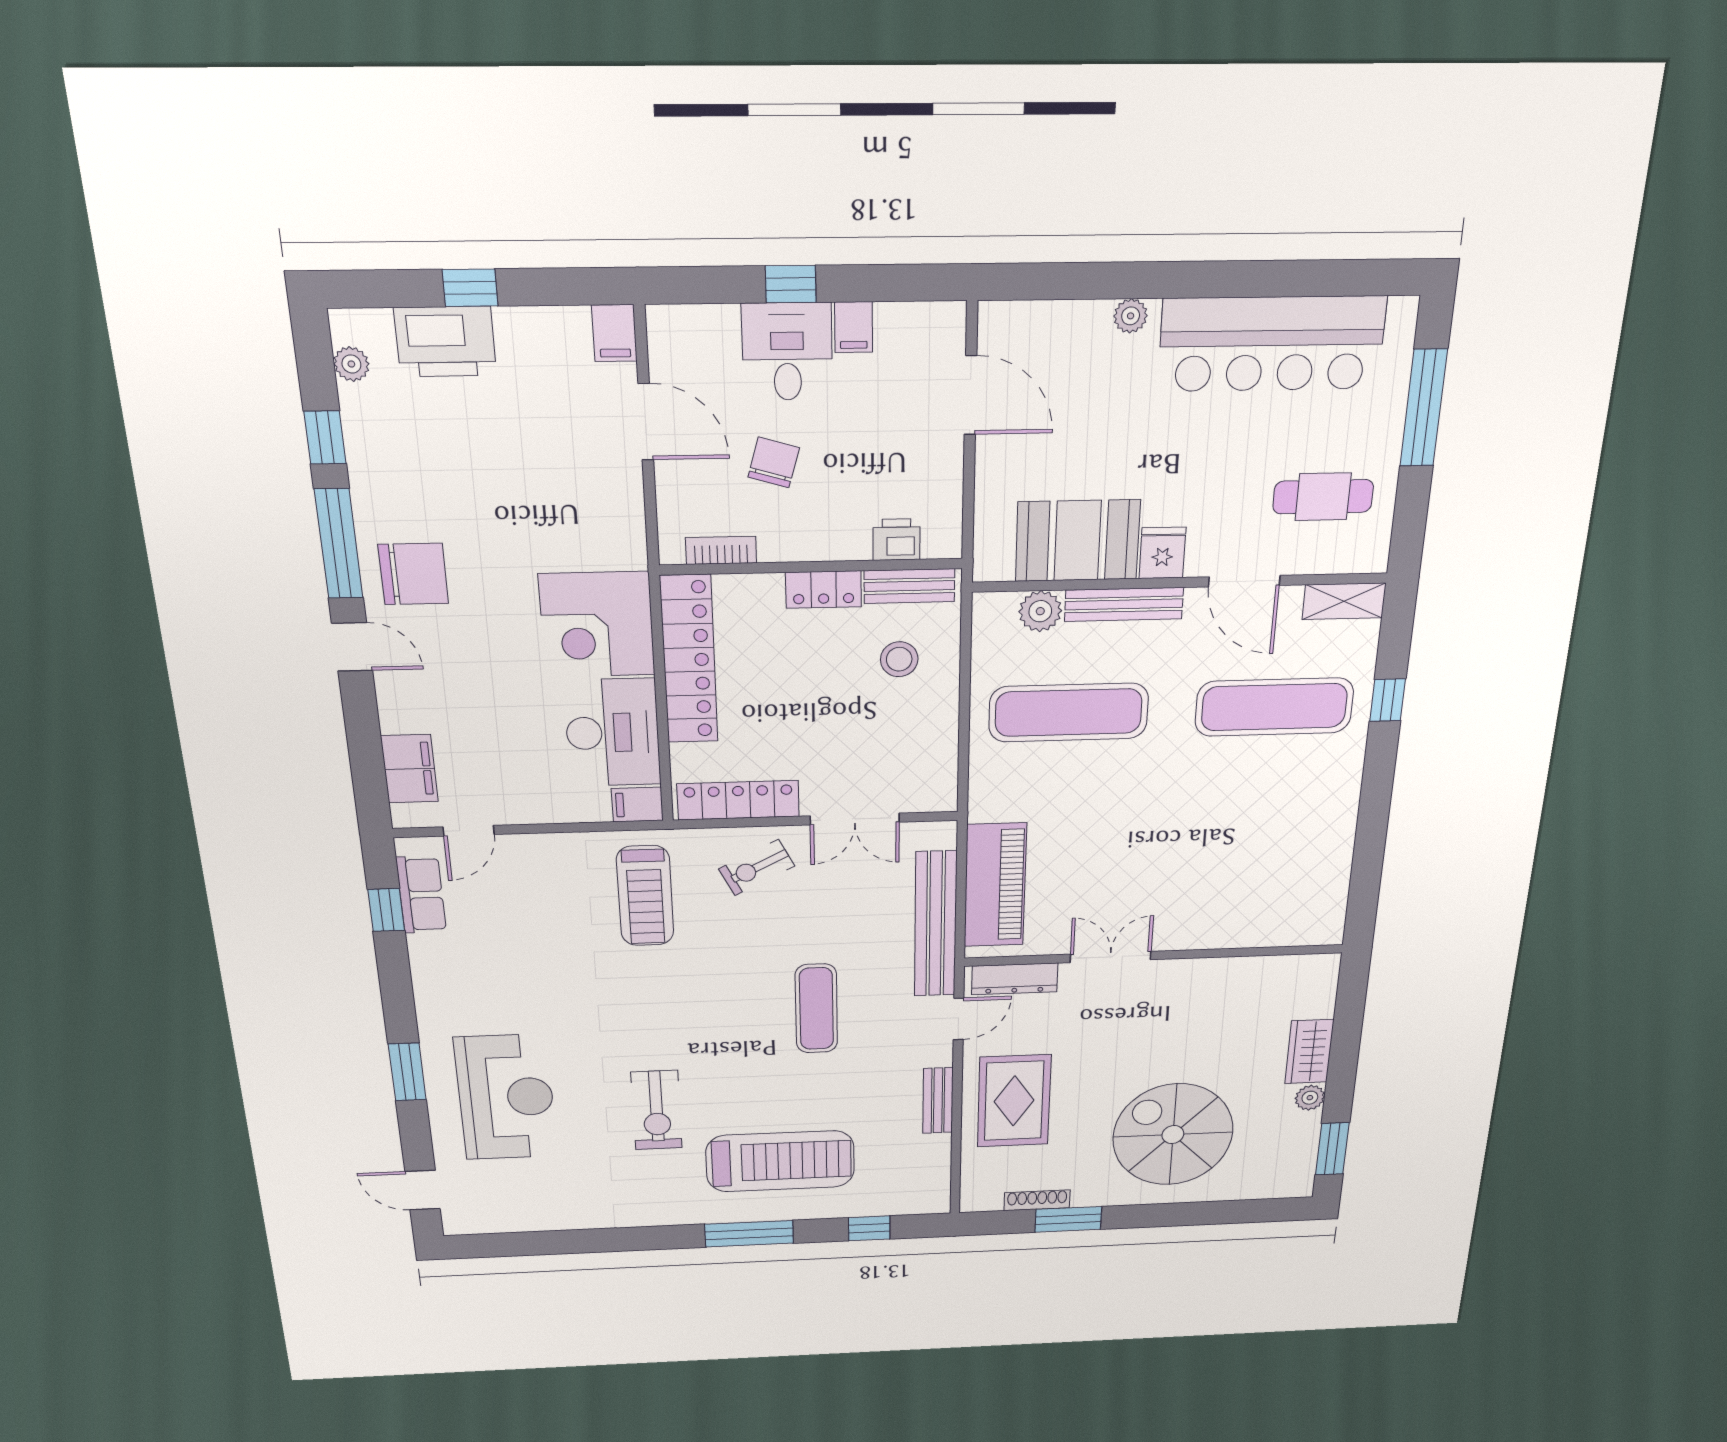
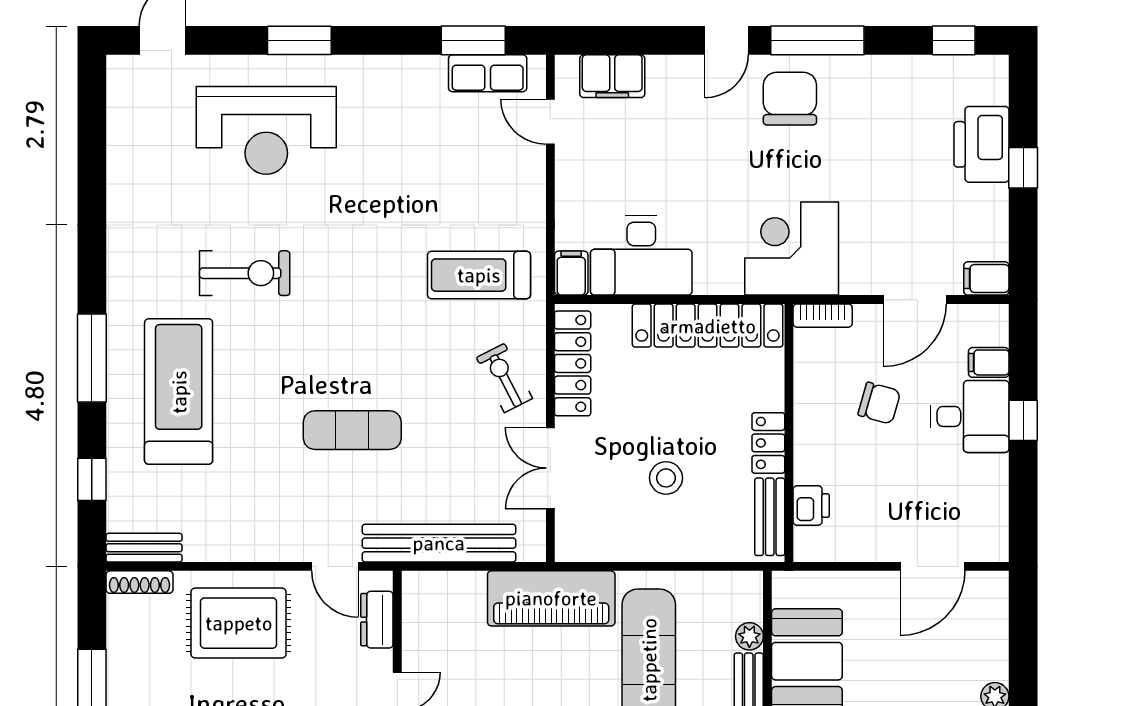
filing cabinet: (854, 327) -> (989, 362), moved
plant: (351, 364) -> (965, 69), removed
window: (325, 438) -> (954, 40), moved
bookcase: (721, 550) -> (823, 316), moved, turned 90
chair: (413, 574) -> (790, 99), turned 180
plant: (1040, 611) -> (749, 636), width x0.73, depth x0.73
corner desk: (597, 625) -> (792, 249), moved
stool: (899, 659) -> (666, 478), moved
piano: (995, 885) -> (551, 598), moved
window: (386, 910) -> (473, 40), width x1.50
dresser: (1015, 979) -> (377, 620), width x0.70
bench: (938, 1101) -> (144, 548), moved
exercise bike: (657, 1110) -> (245, 273), turned 180
treadmill: (780, 1161) -> (179, 392), turned 180
shoe rack: (1037, 1200) -> (139, 582), moved, turned 90

